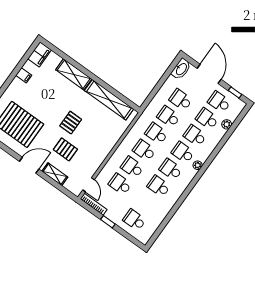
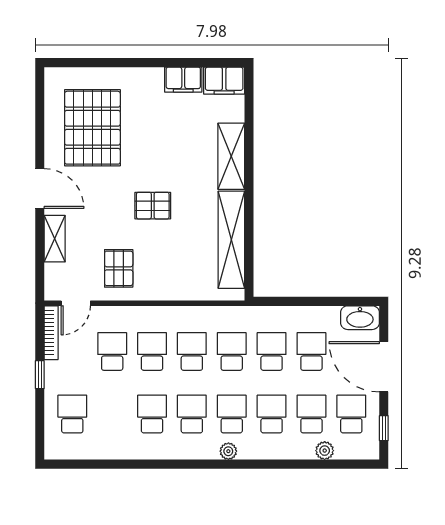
door: (209, 74) -> (384, 367), swing flipped
filing cabinet: (24, 75) -> (183, 80), width x2.00
pallet: (65, 149) -> (119, 268), moved

